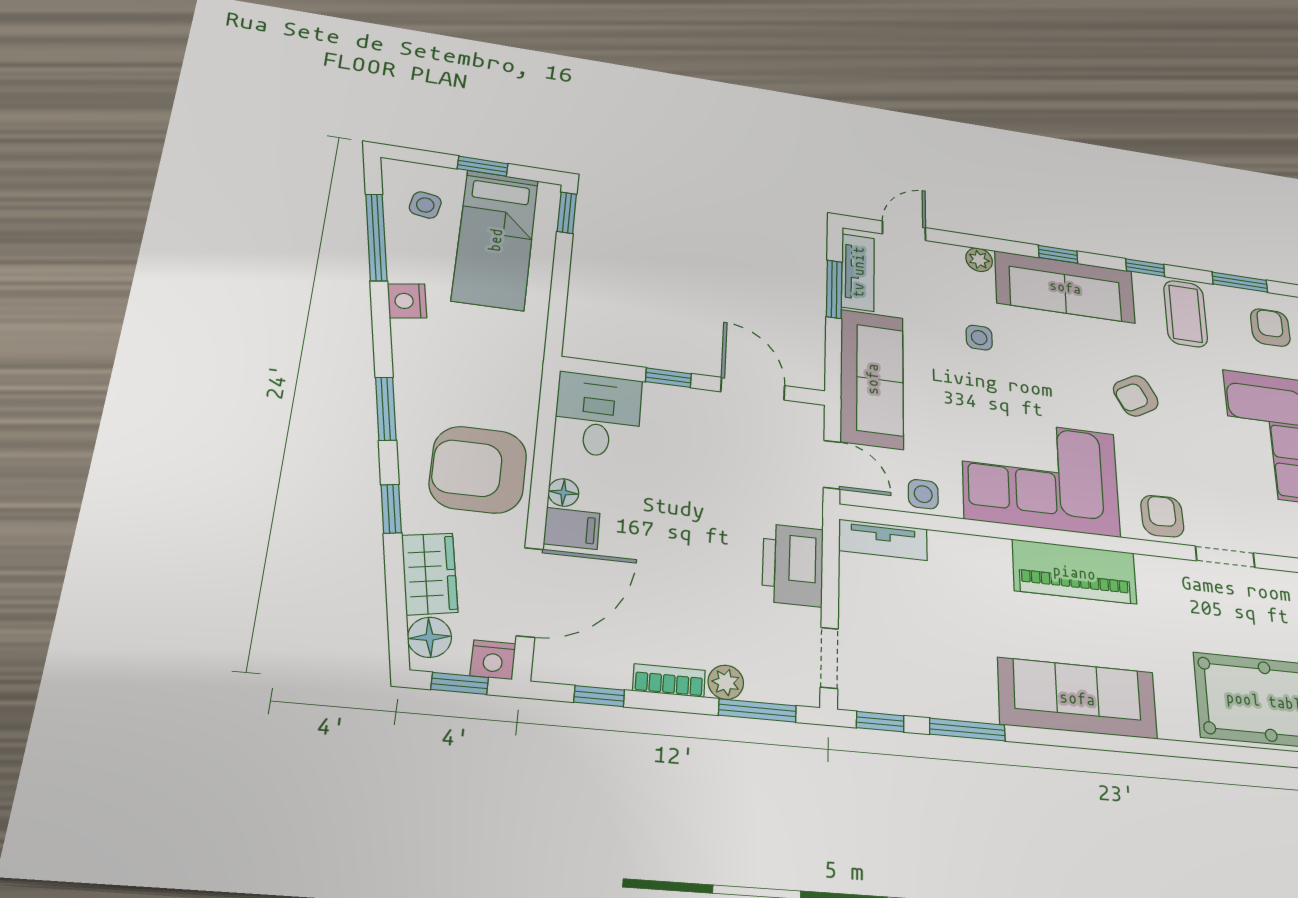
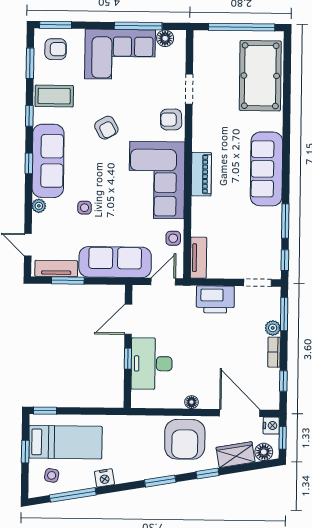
armchair: (1270, 328) -> (56, 49), turned 180
desk: (598, 415) -> (152, 364), moved, width x1.37
filing cabinet: (572, 529) -> (208, 397), removed
piano: (1074, 572) -> (201, 174), width x0.73, depth x0.75

